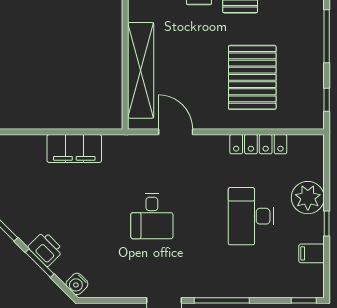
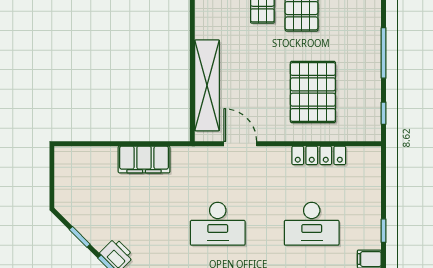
plant: (308, 198) -> (366, 206), removed
desk: (152, 216) -> (218, 224), width x1.37
desk: (251, 216) -> (312, 224), turned -90

